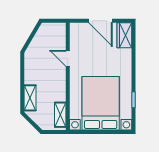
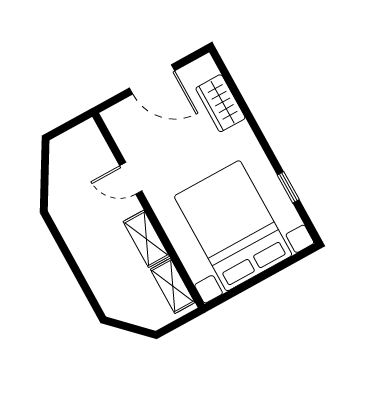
wardrobe: (124, 35) -> (220, 103), moved
shelving: (30, 98) -> (146, 239), moved

